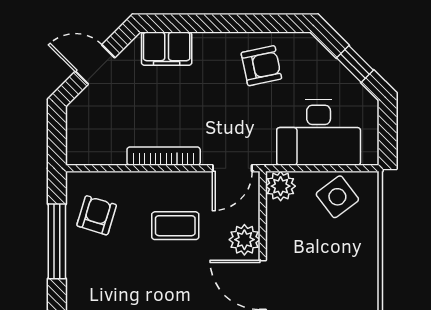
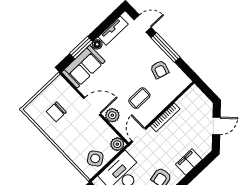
filing cabinet: (167, 49) -> (189, 162), moved
armchair: (97, 215) -> (160, 69), moved
window: (57, 241) -> (165, 47), moved

